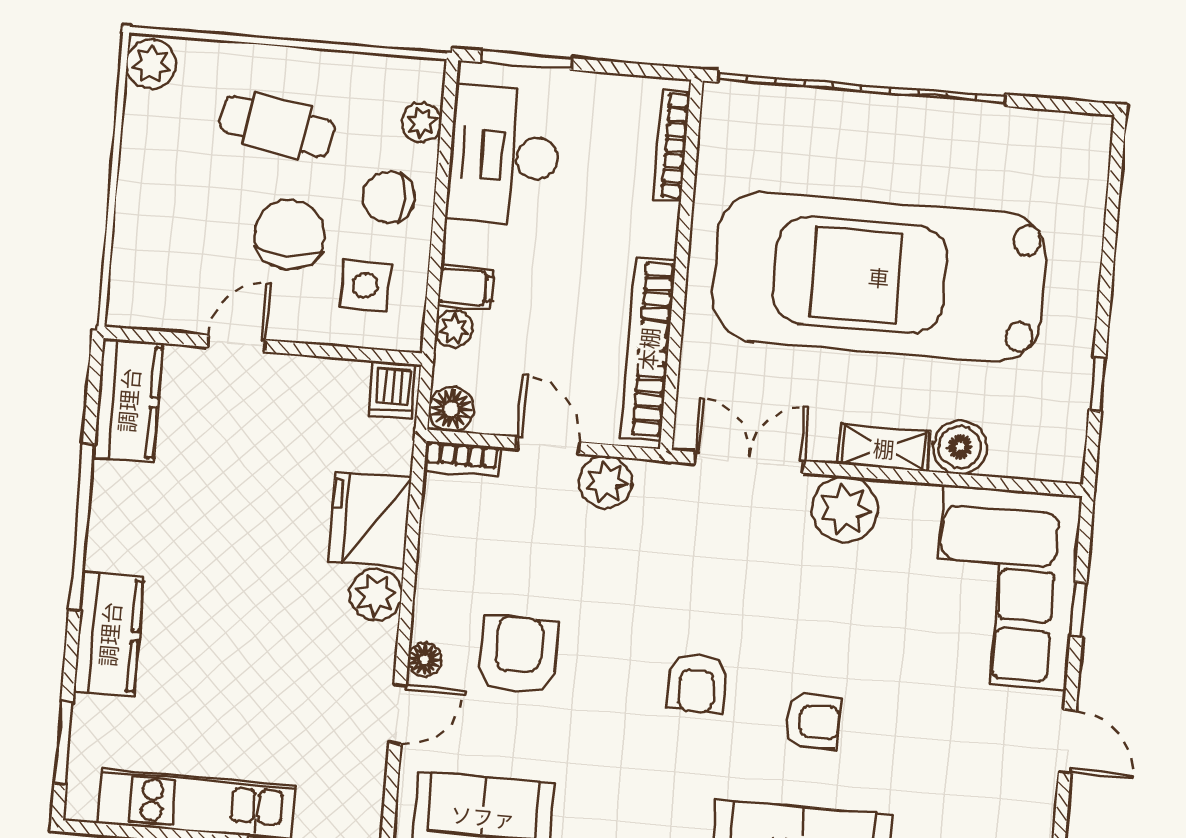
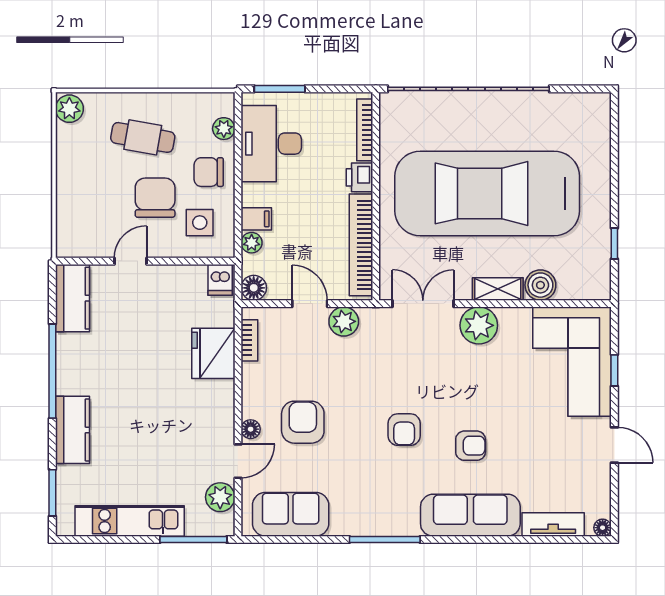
printer: (655, 229) -> (359, 177), added
bookcase: (462, 459) -> (249, 340), moved, turned -90
plant: (376, 595) -> (220, 497), moved

